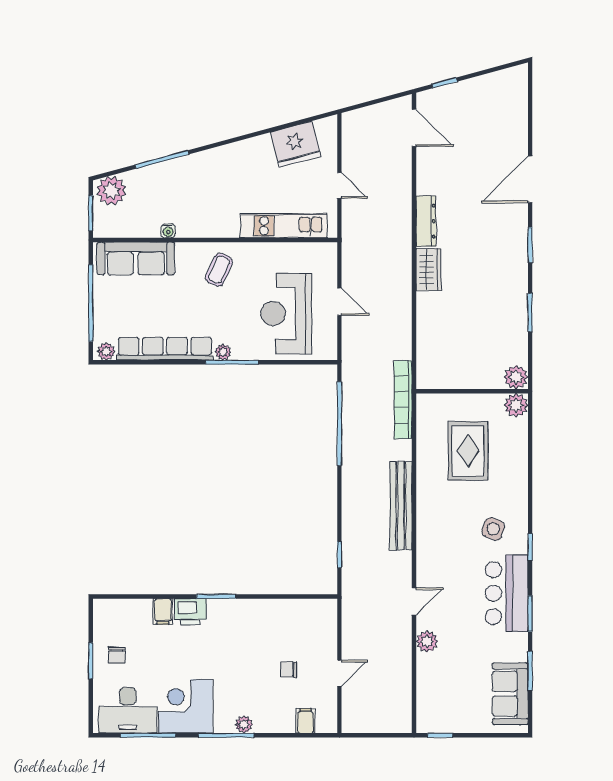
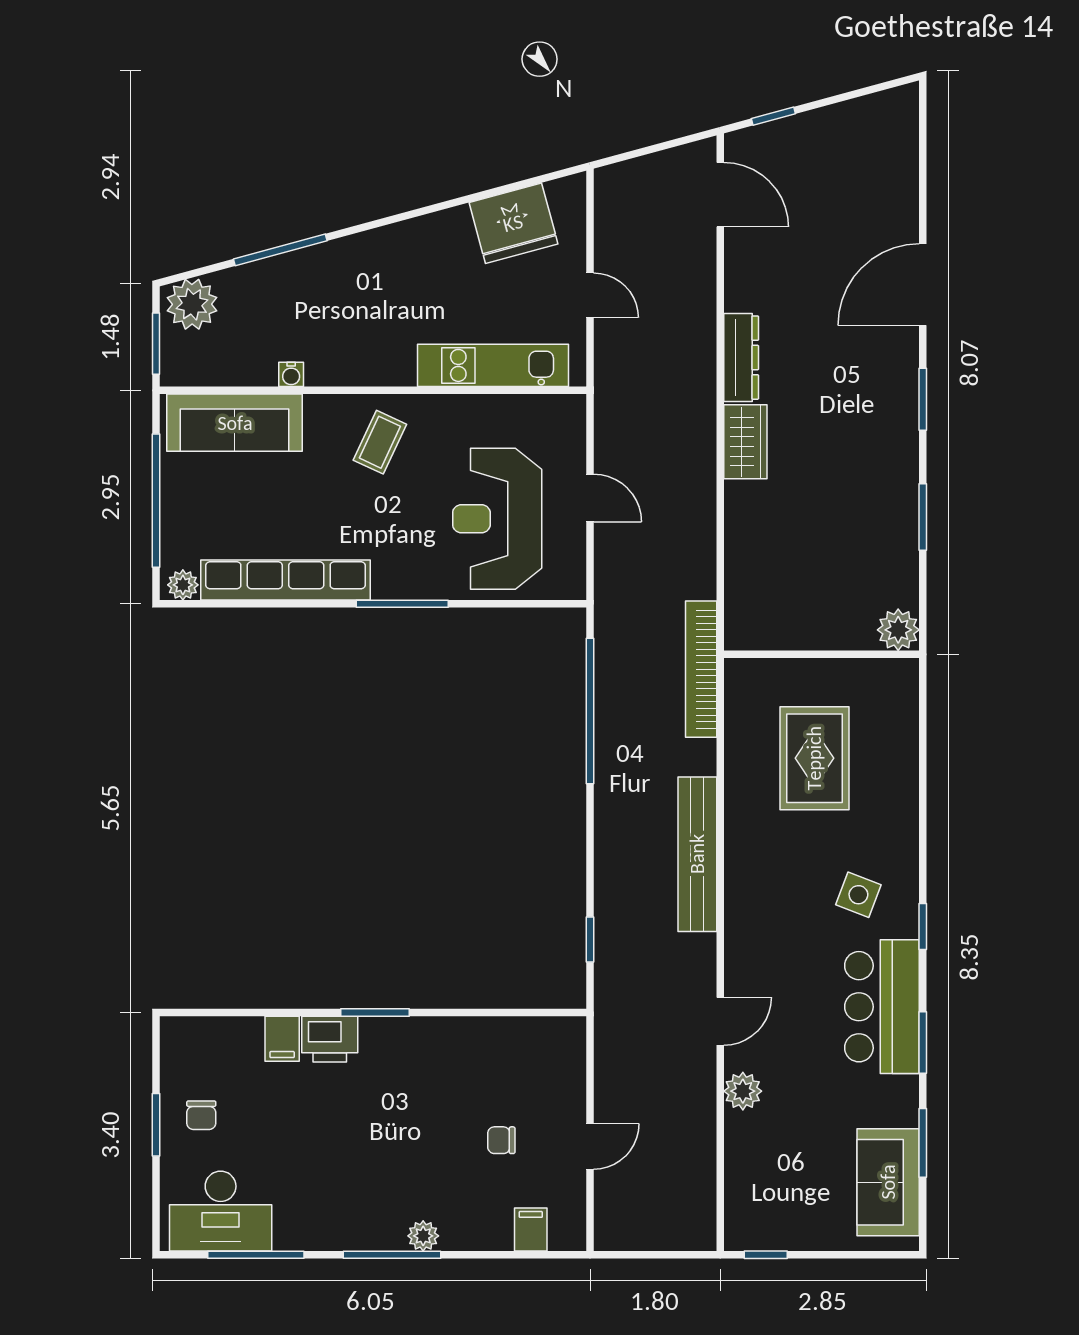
plant: (223, 352) -> (387, 586), removed
plant: (516, 405) -> (898, 679), removed
corner desk: (186, 706) -> (321, 1204), removed

